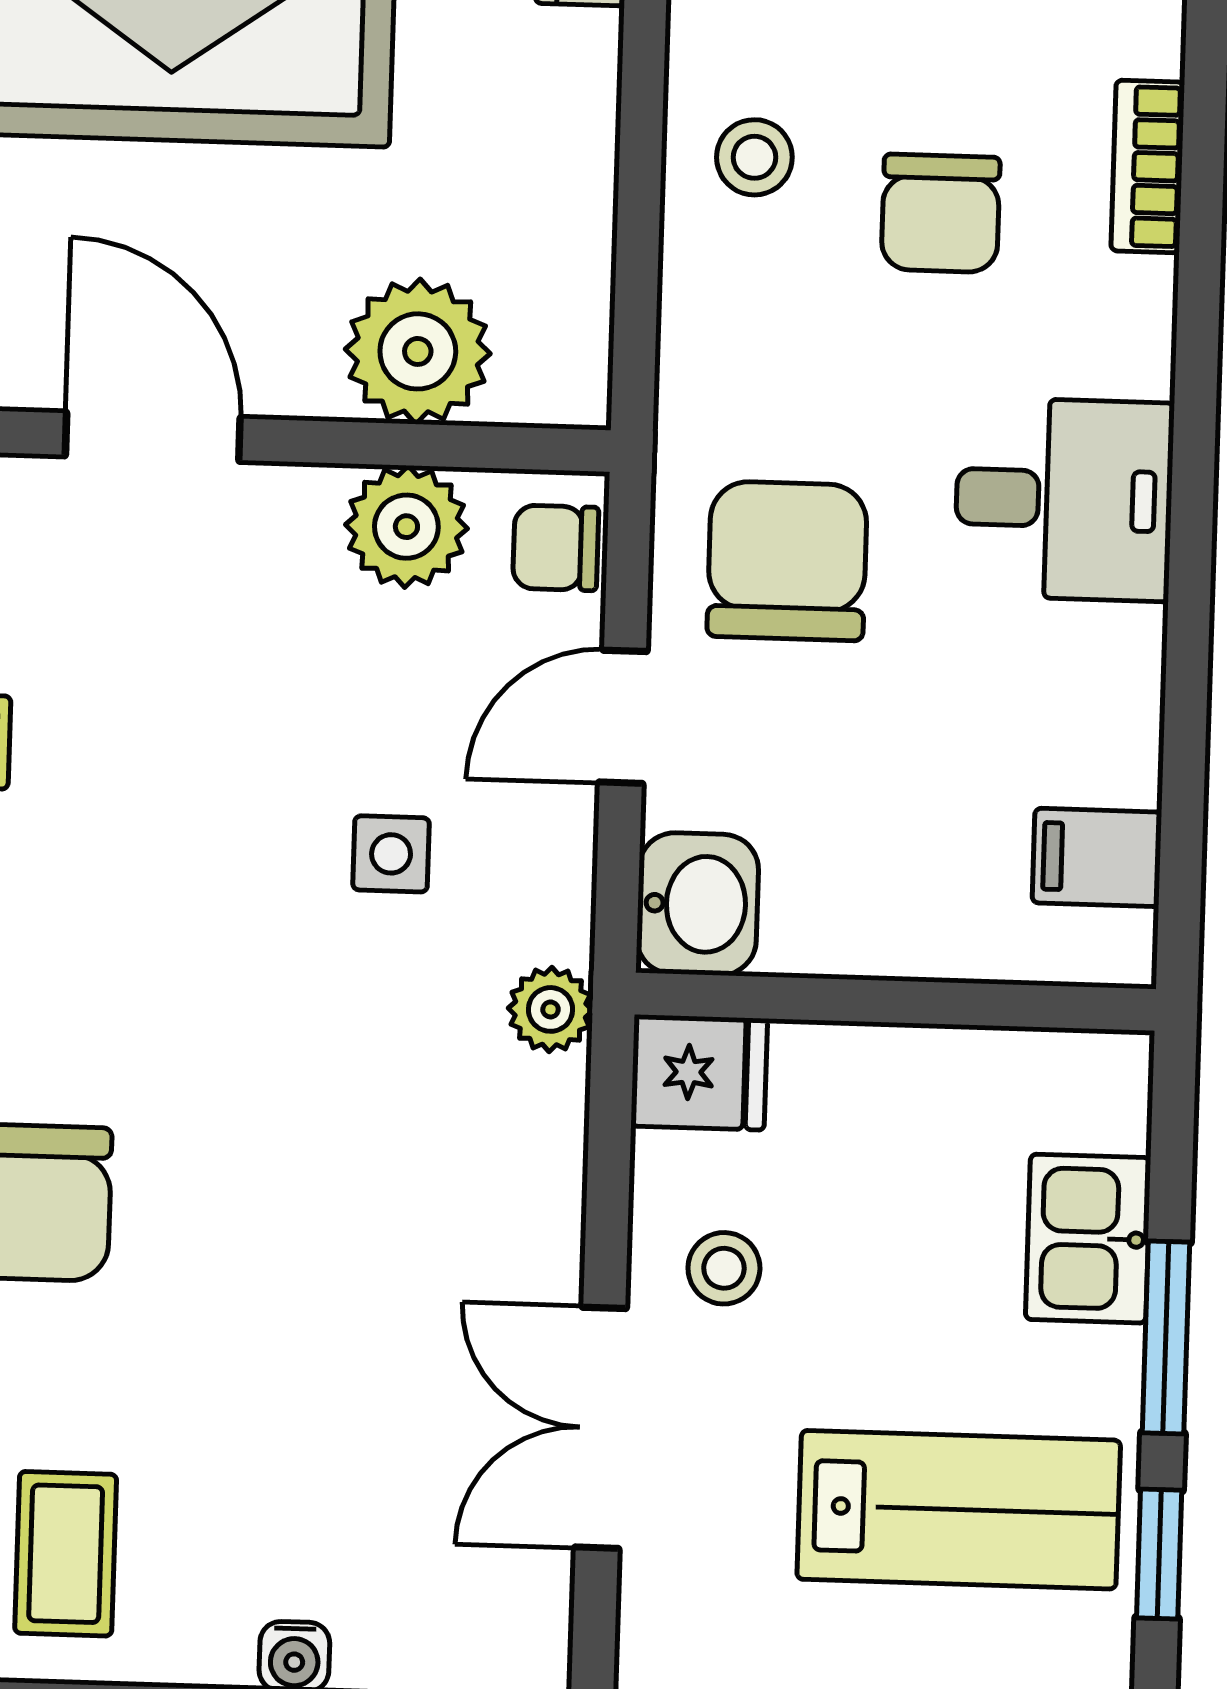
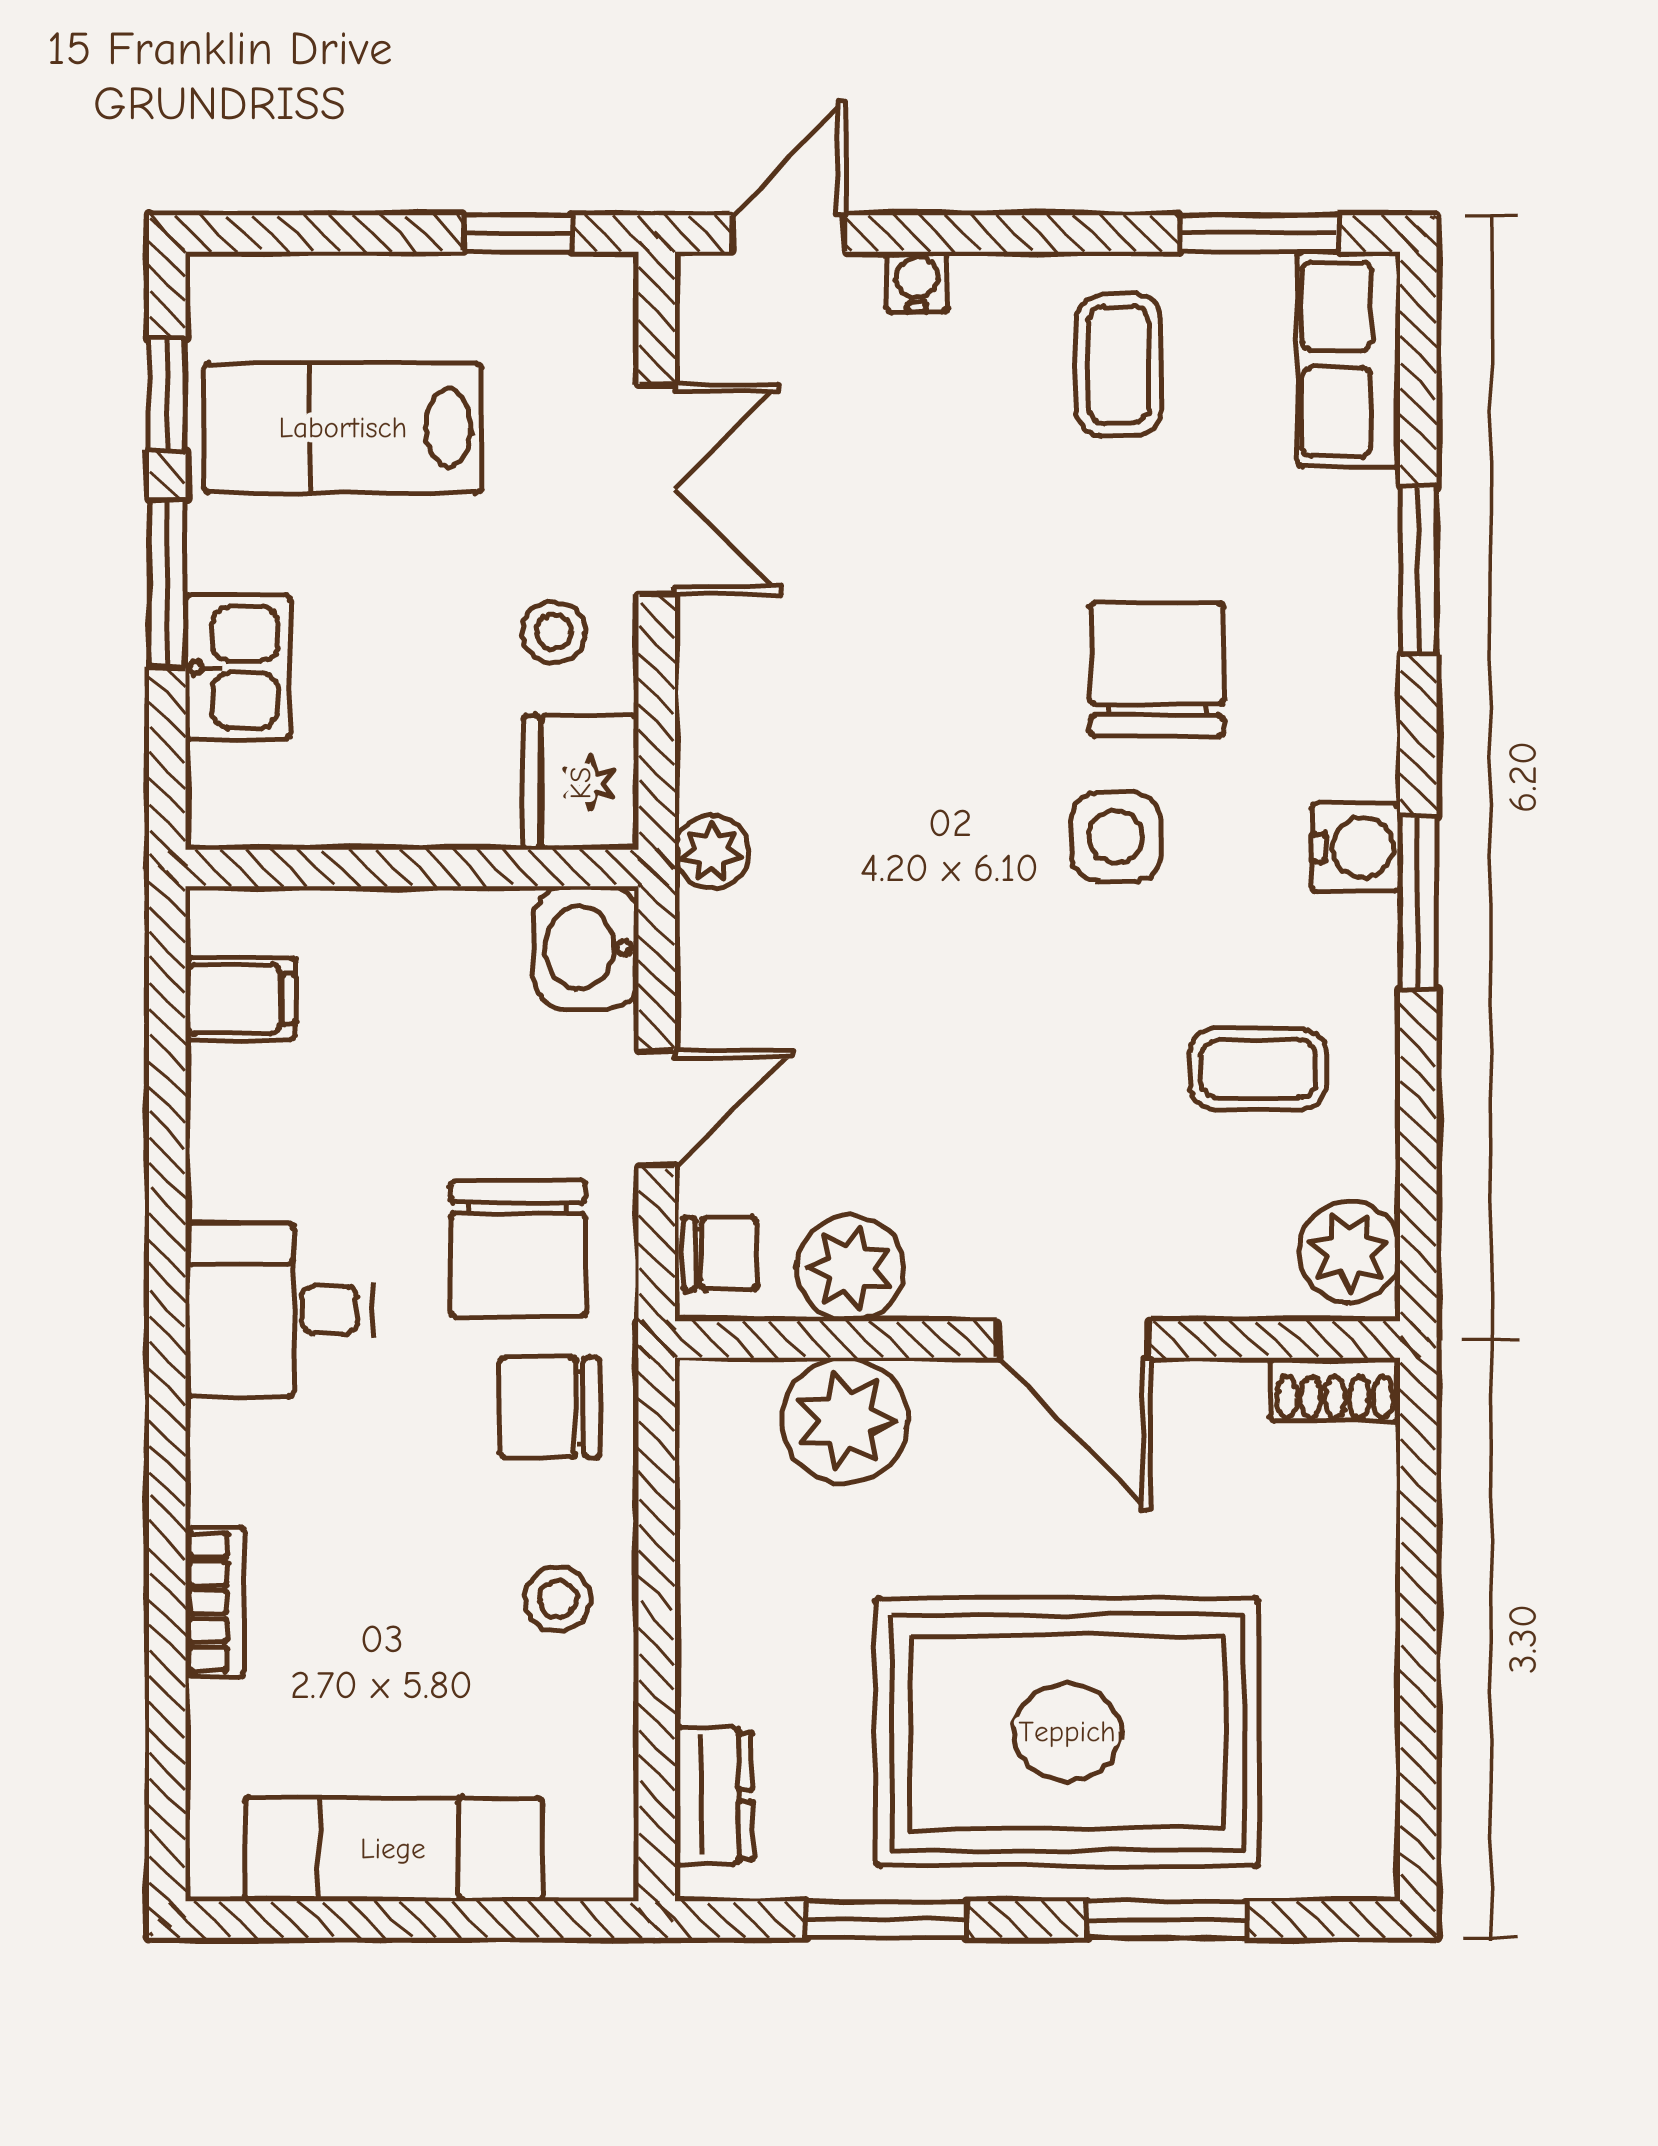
chair: (941, 213) -> (550, 1408), moved, turned -90
side table: (391, 854) -> (1116, 837), moved, width x1.37, depth x1.37
fridge: (699, 1072) -> (581, 783), width x1.38

